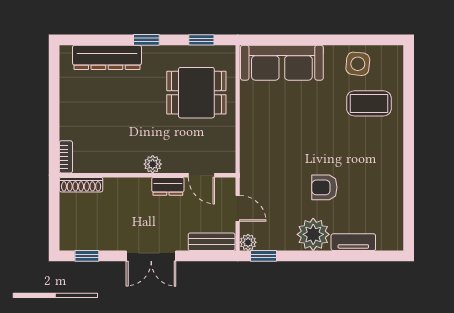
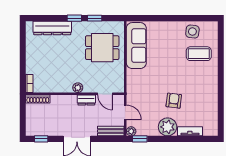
window: (201, 40) -> (95, 18), moved
sofa: (282, 63) -> (136, 46), moved, turned -90
armchair: (324, 187) -> (174, 101), turned 97

